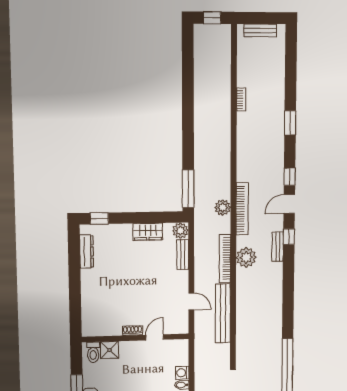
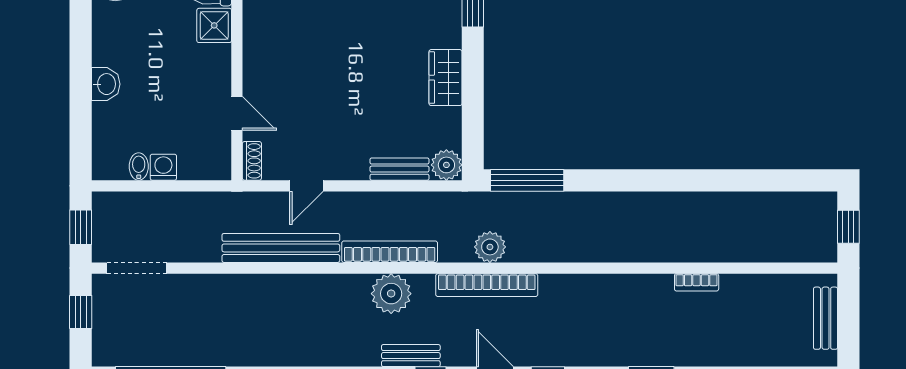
wardrobe: (148, 232) -> (445, 78), moved
shoe rack: (133, 330) -> (252, 161), moved

